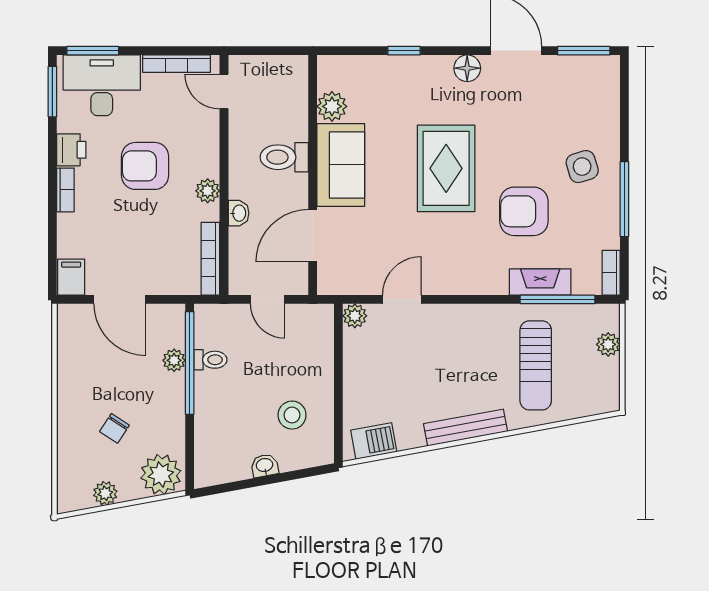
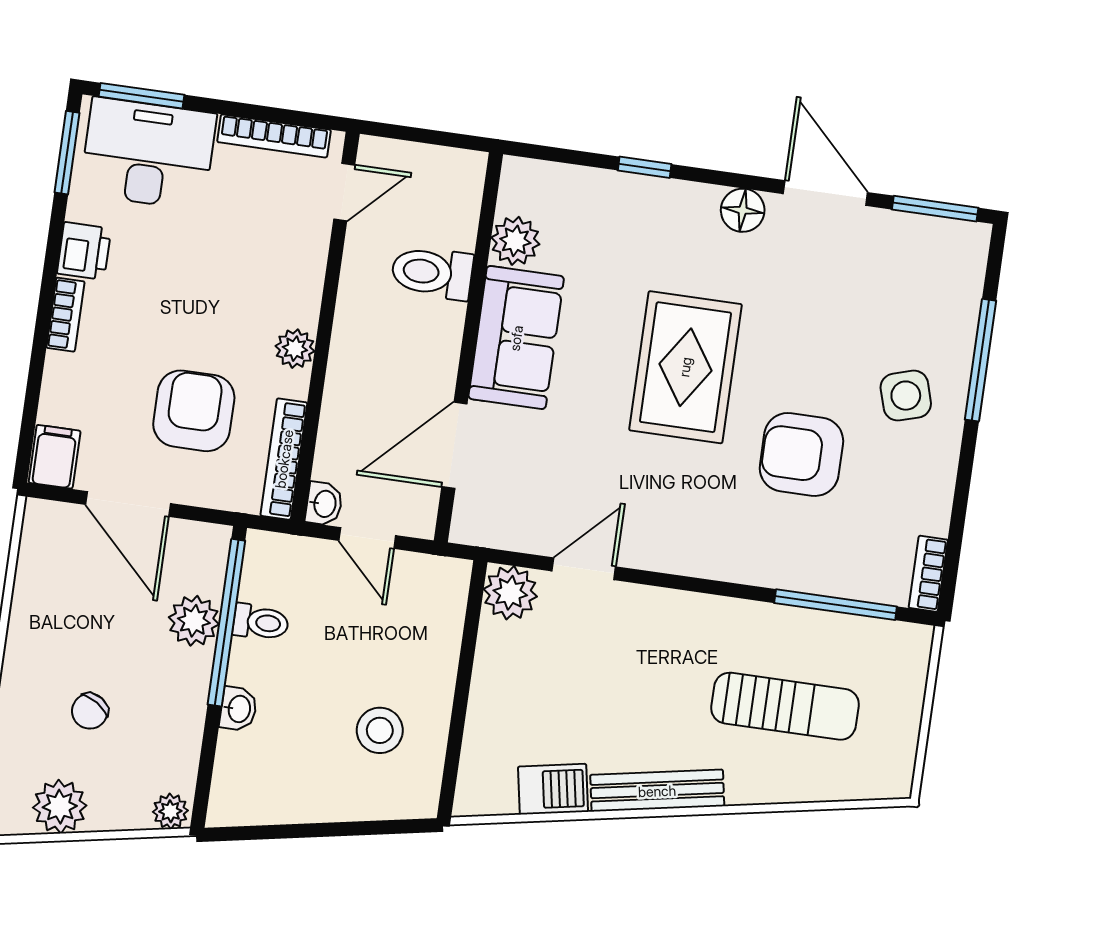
door: (224, 92) -> (344, 192), swing flipped
toilet: (284, 157) -> (432, 273), moved
armchair: (145, 166) -> (194, 411), moved, turned 90
window: (624, 199) -> (980, 360), moved
washbasin: (239, 213) -> (324, 504), moved
fireplace: (540, 282) -> (811, 572), removed
plant: (355, 316) -> (510, 593), width x1.38, depth x1.38
plant: (608, 344) -> (907, 689), removed
plant: (174, 360) -> (194, 621), width x1.38, depth x1.38
sun lounger: (536, 365) -> (785, 706), turned -90
barbecue: (374, 441) -> (553, 789), moved
washbasin: (265, 466) -> (238, 709), moved, turned 100
plant: (161, 474) -> (170, 811), width x0.53, depth x0.53
plant: (105, 493) -> (60, 807), width x1.38, depth x1.38

